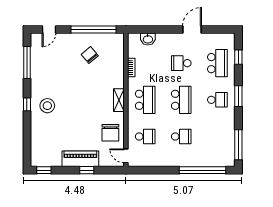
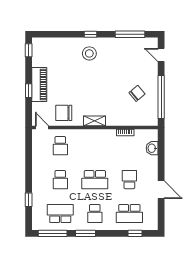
window: (238, 96) -> (86, 233), moved
school desk: (145, 100) -> (60, 214), moved, turned 180
door: (126, 156) -> (42, 127), hinge flipped
window: (203, 170) -> (29, 200), width x0.32

